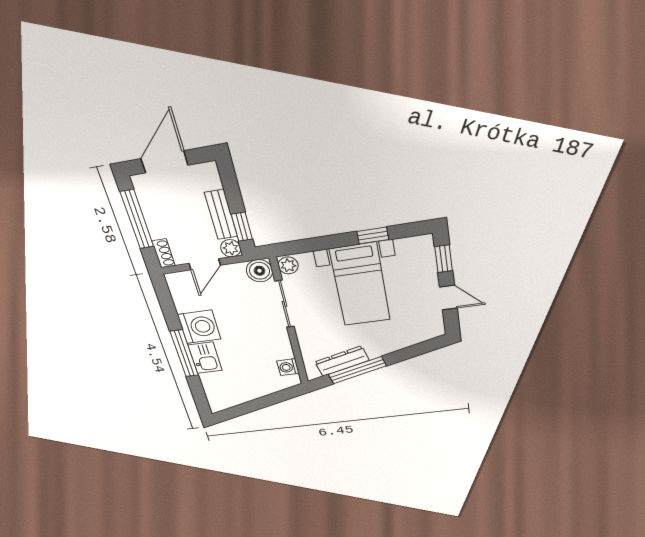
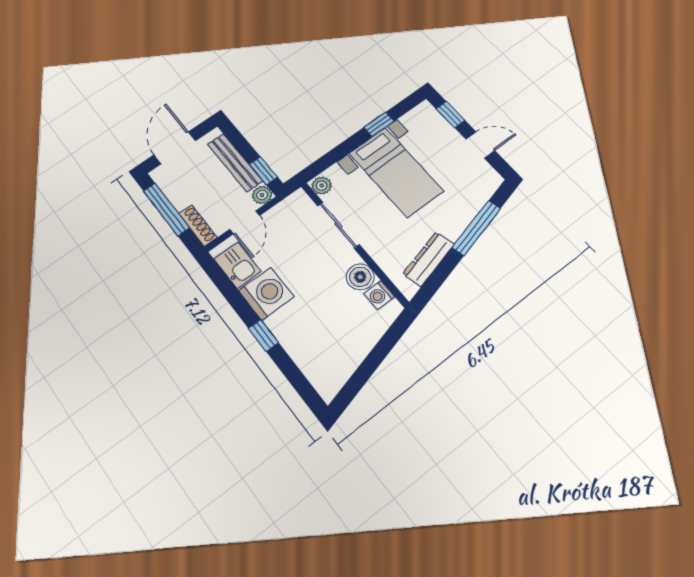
bench: (221, 215) -> (235, 162), width x1.36
shoe rack: (163, 253) -> (198, 225), width x1.43
boiler: (259, 271) -> (360, 277), moved
window: (184, 354) -> (263, 335), width x0.46
kitchen sink: (205, 358) -> (237, 265), moved
window: (357, 370) -> (476, 228), moved

